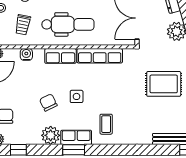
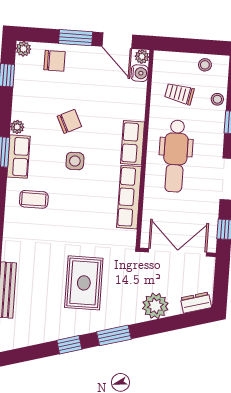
water cooler: (26, 54) -> (140, 73), moved
plant: (51, 135) -> (17, 127), width x0.53, depth x0.53

